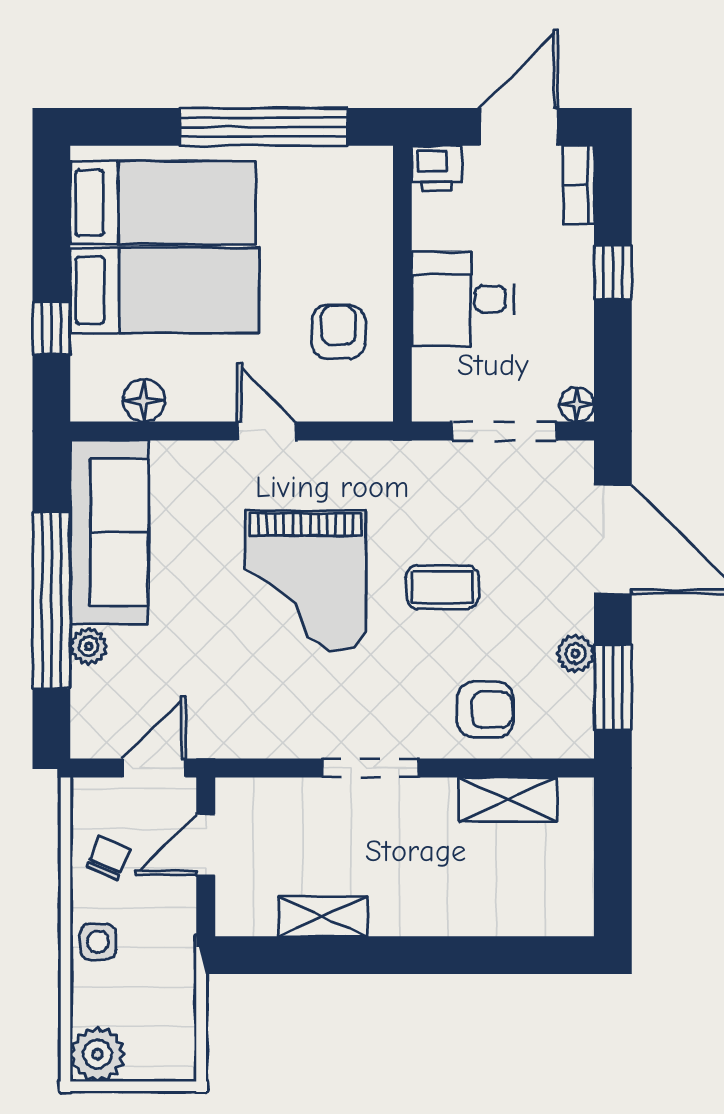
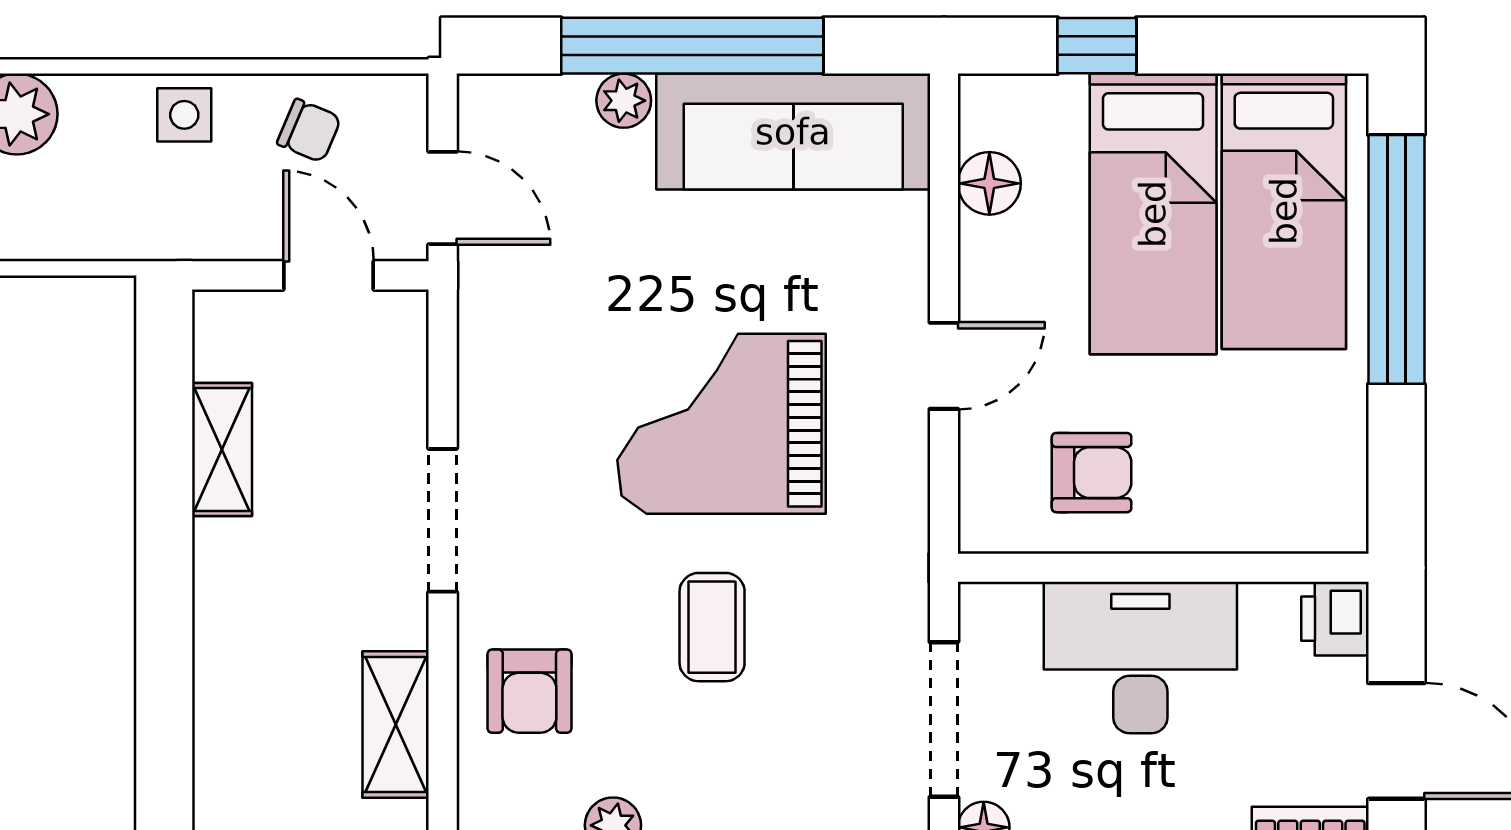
window: (264, 127) -> (1396, 259), moved
desk: (463, 299) -> (1140, 658), width x1.37

